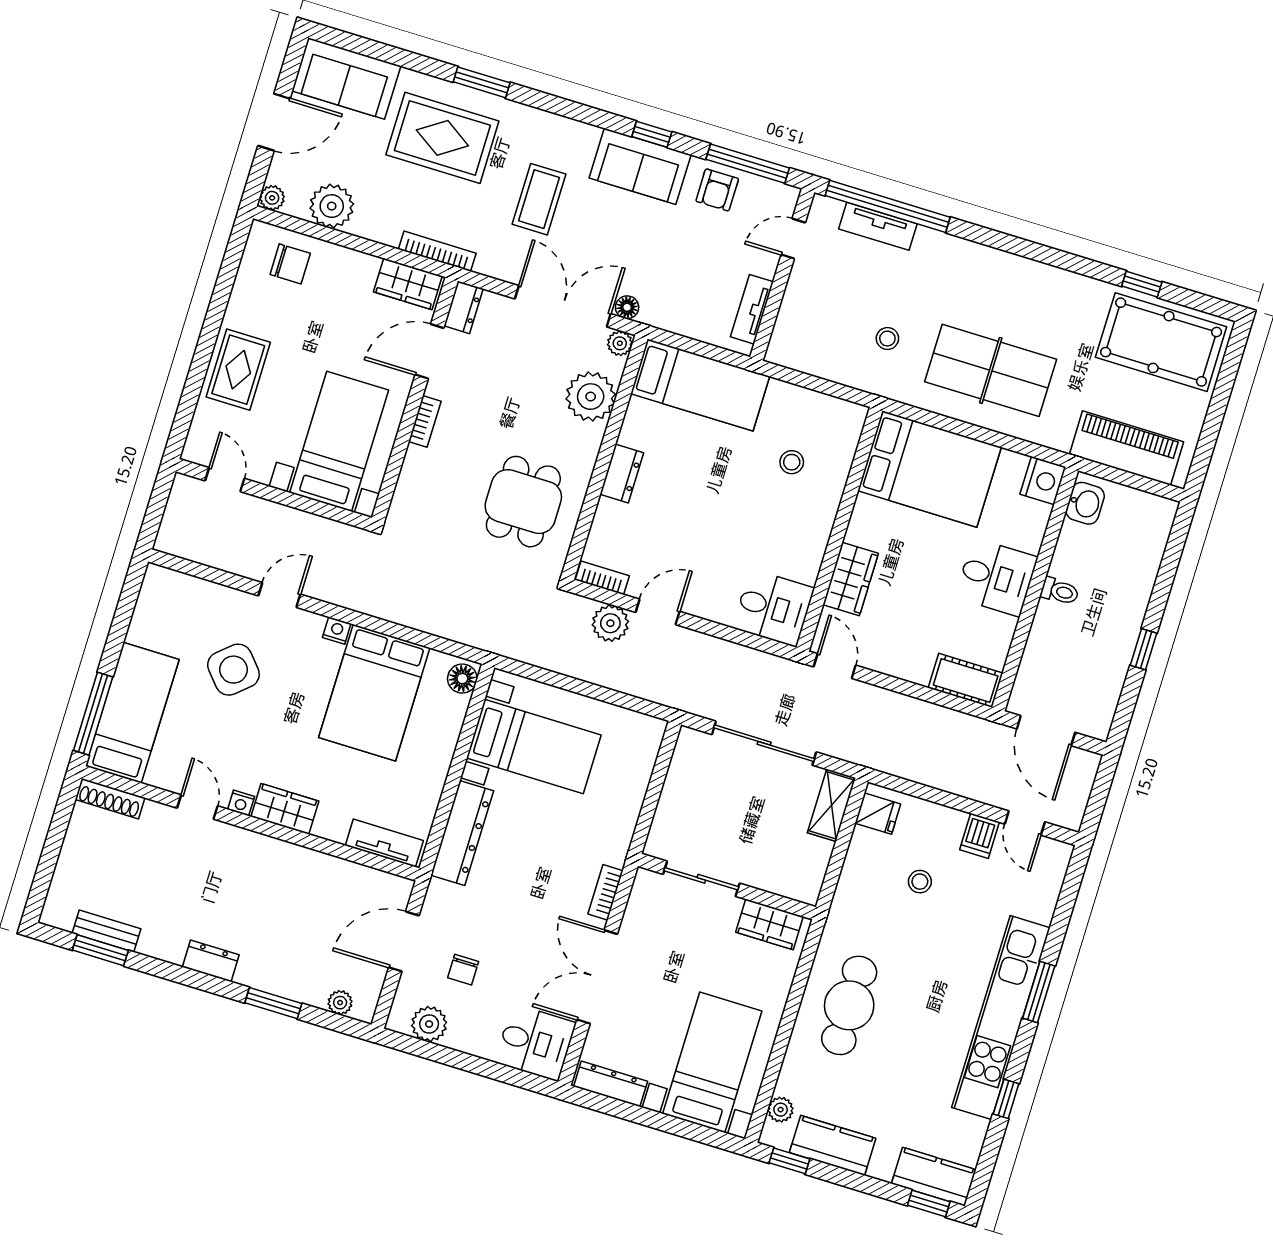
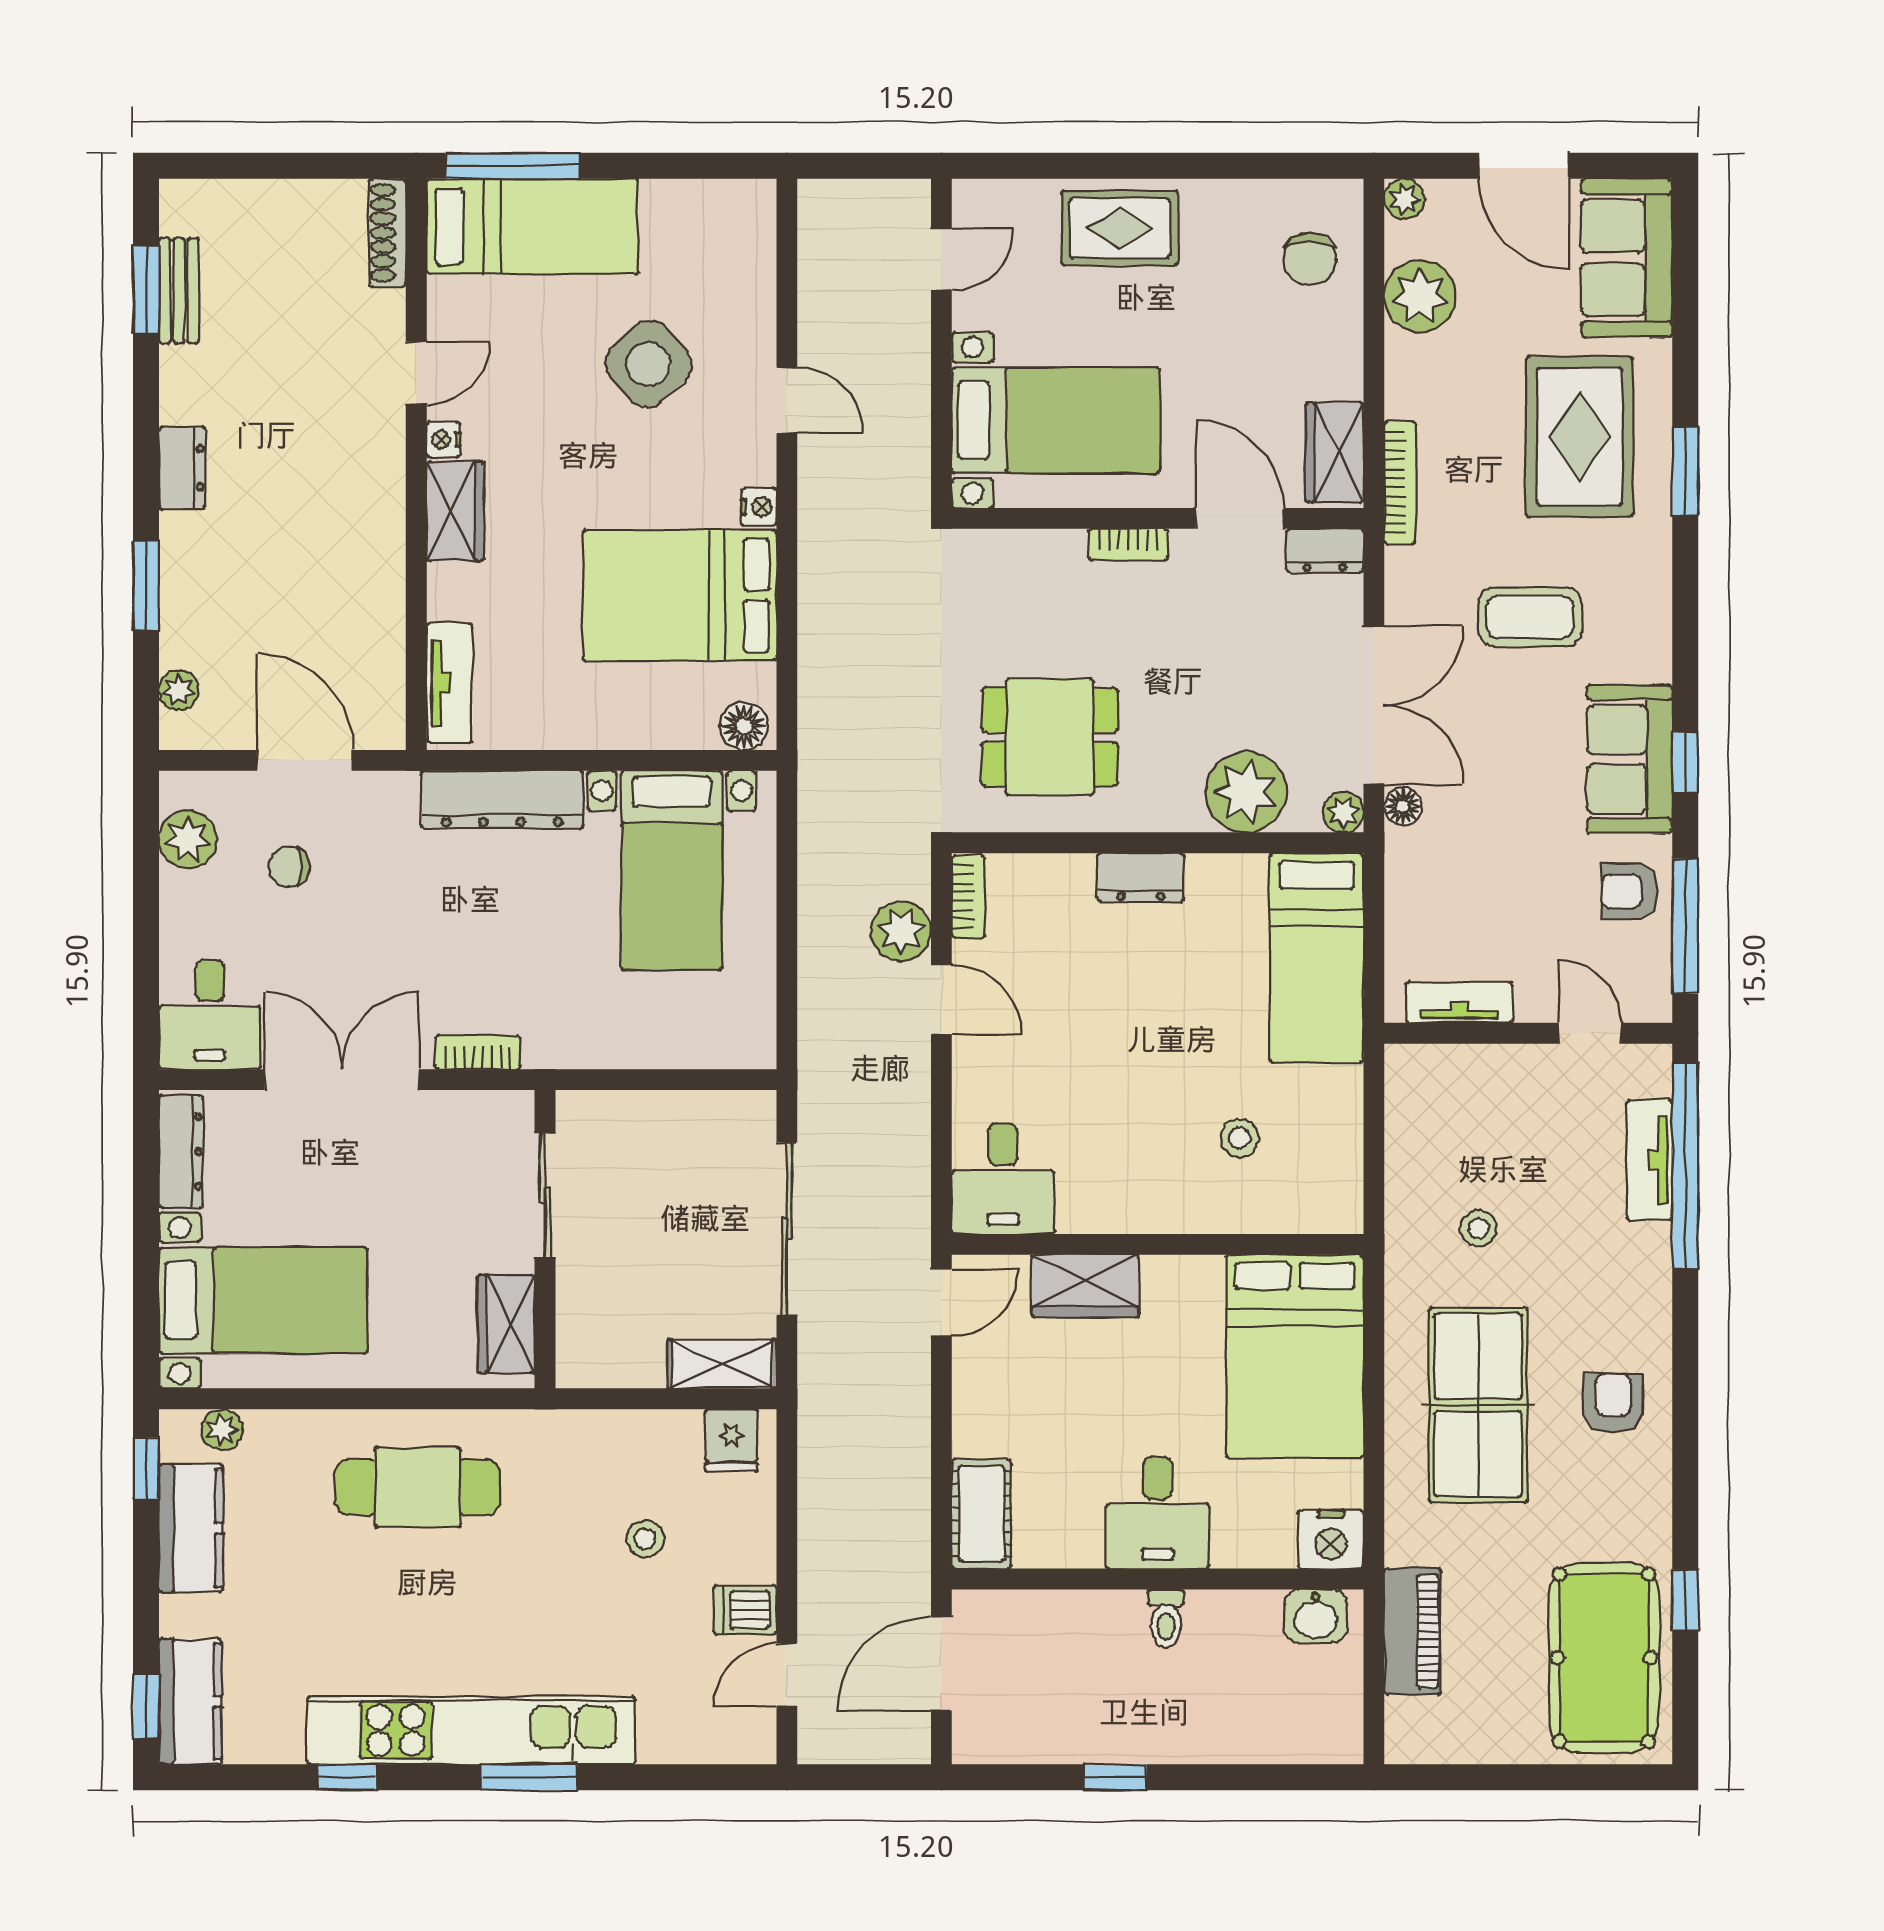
armchair: (1014, 291) -> (1613, 1403), added
piano: (1126, 448) -> (1412, 1631), width x0.73, depth x0.75

